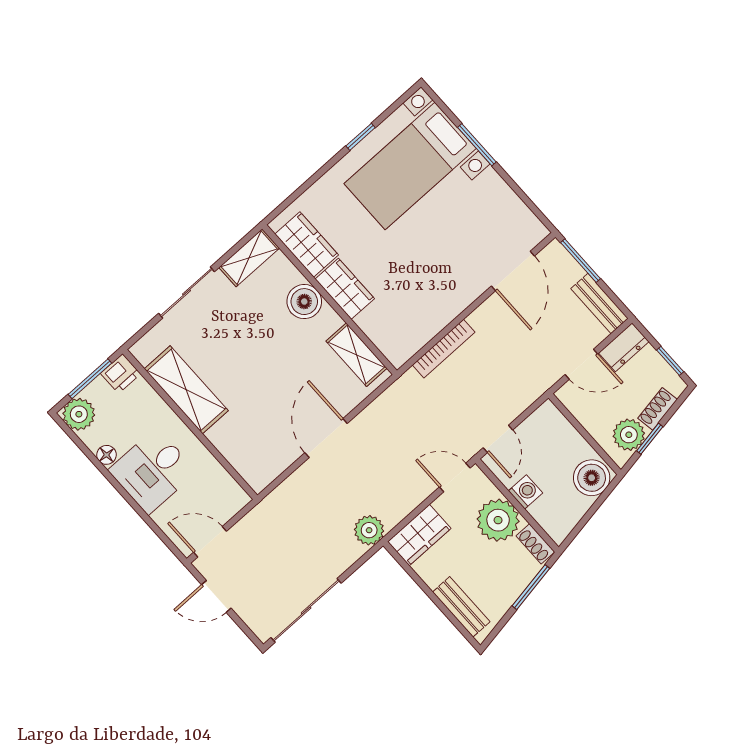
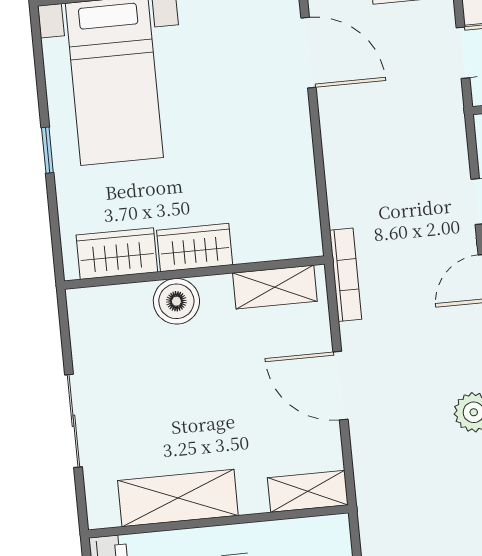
window: (361, 137) -> (47, 150), moved
shelving: (249, 258) -> (308, 491), moved, turned 90
bookcase: (444, 349) -> (346, 275), moved

